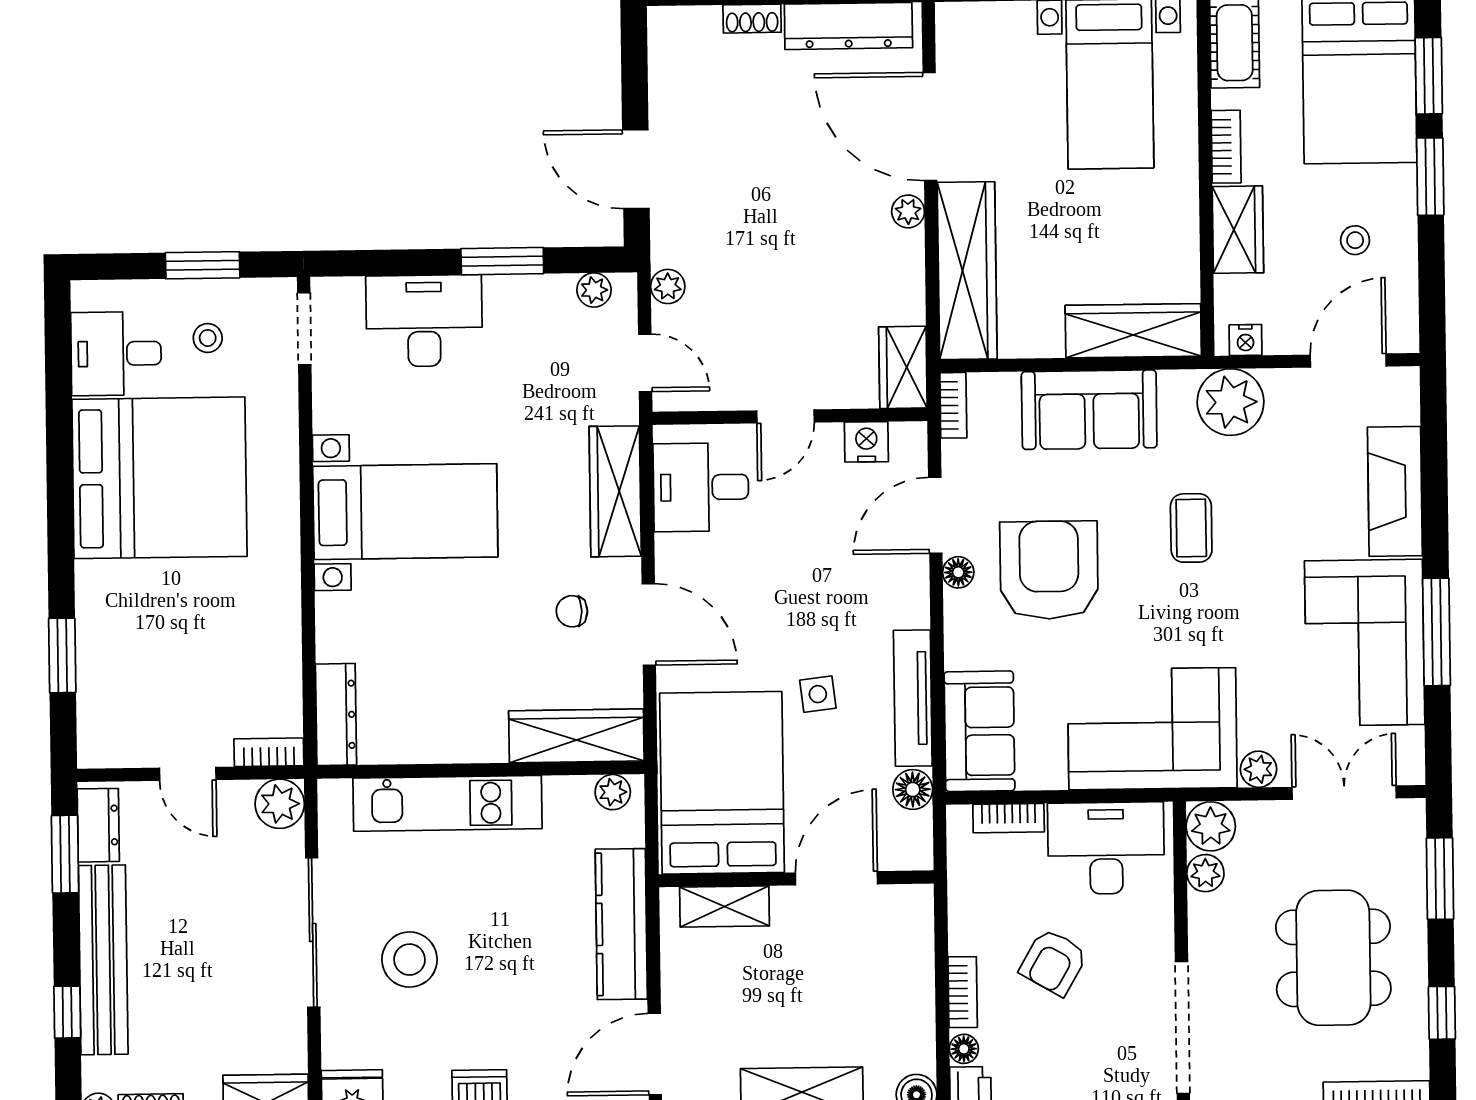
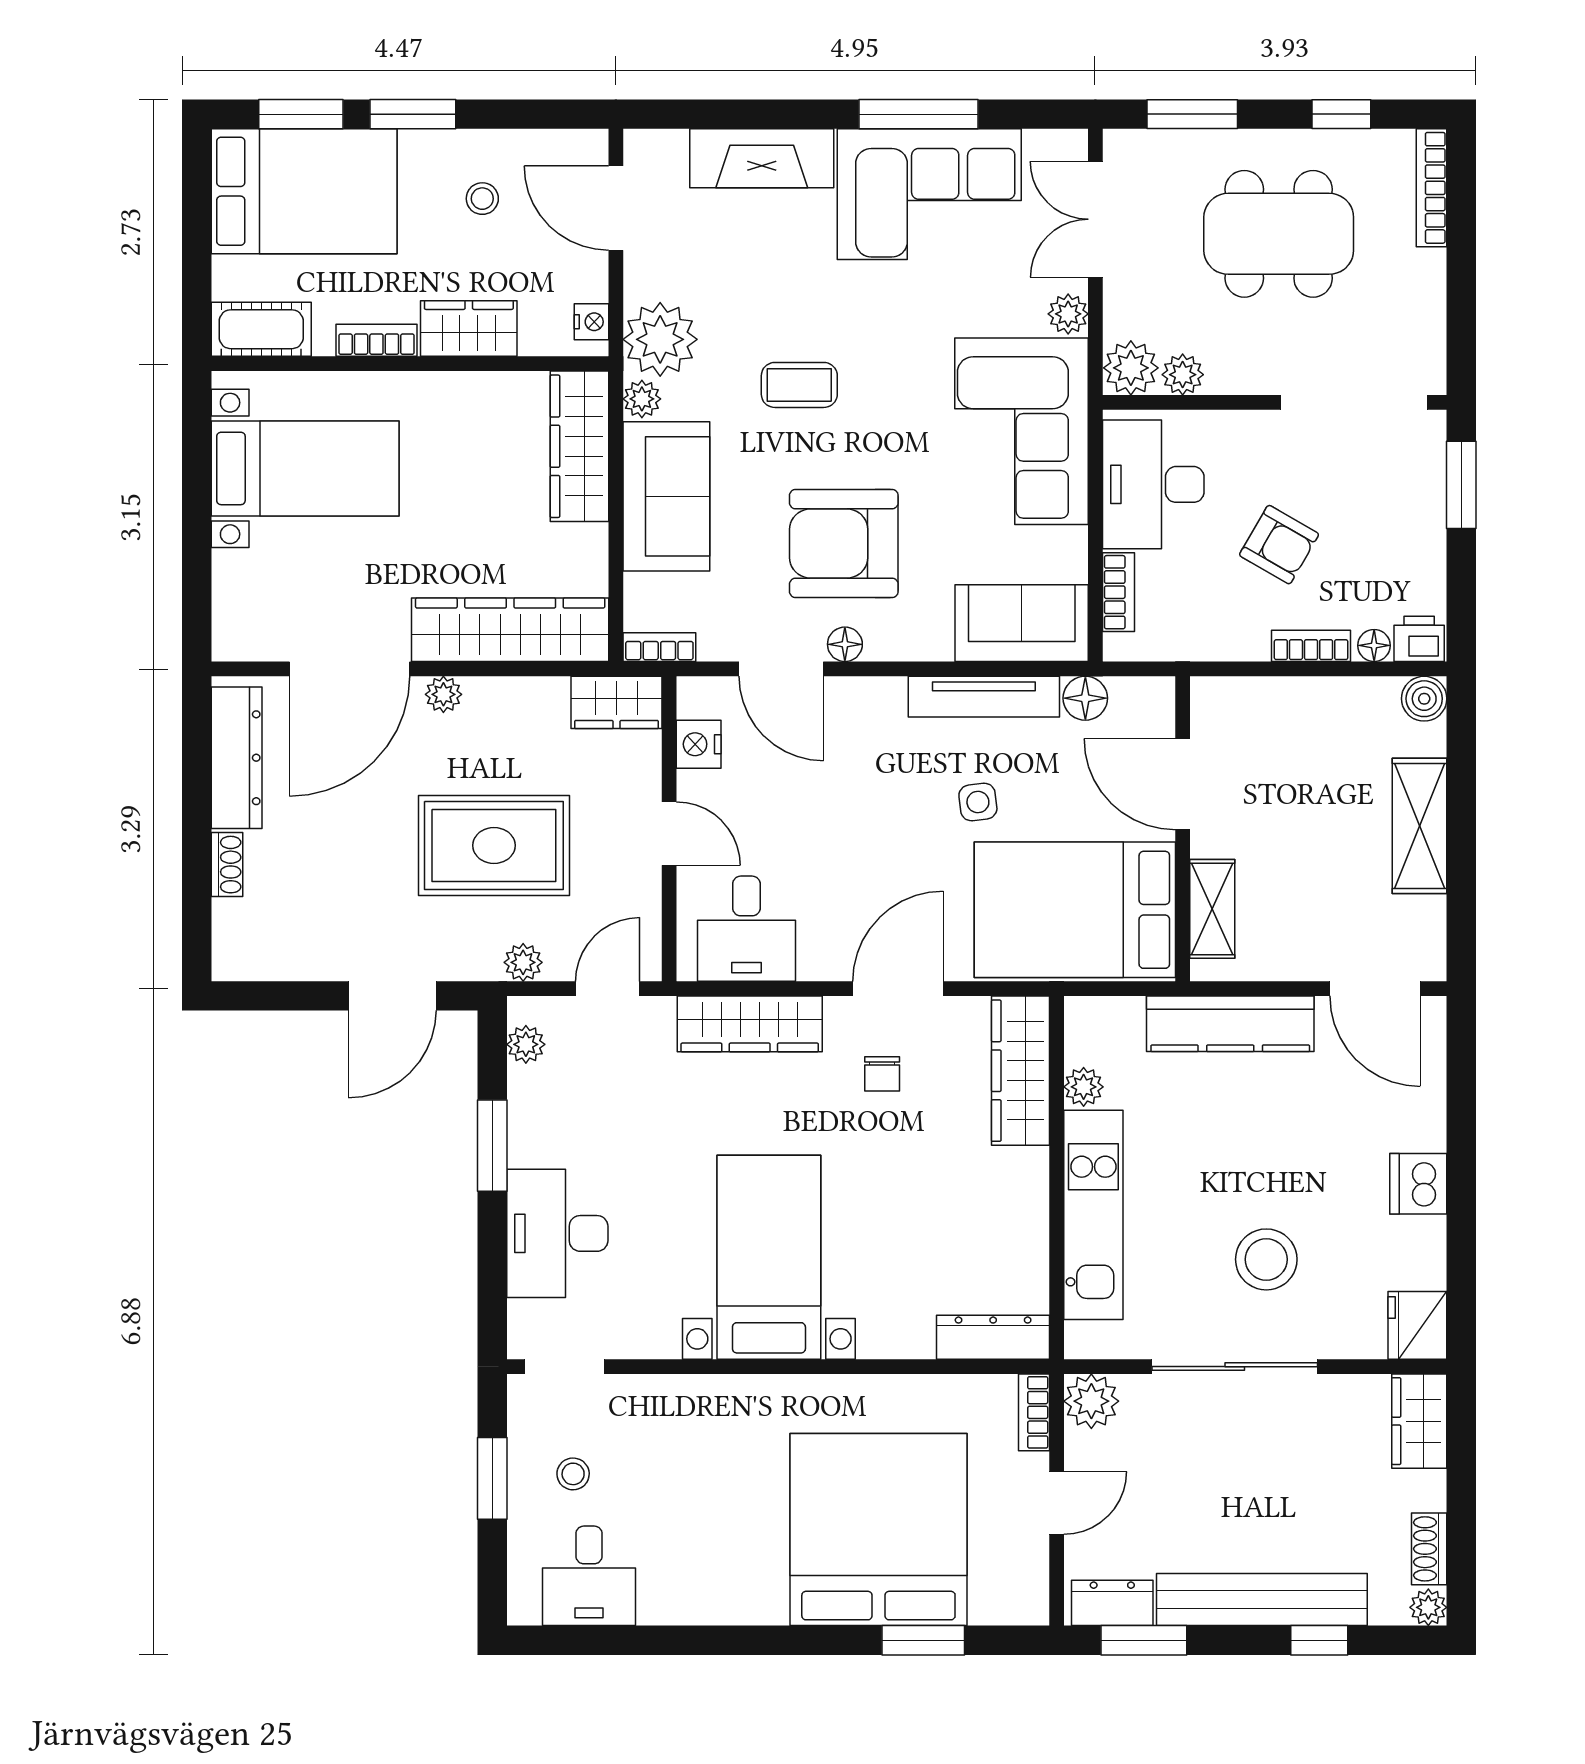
rug: (773, 259) -> (494, 845), added
plant: (1177, 386) -> (642, 399), added
bed: (159, 478) -> (878, 1530), moved
plant: (613, 792) -> (1084, 1087), moved

